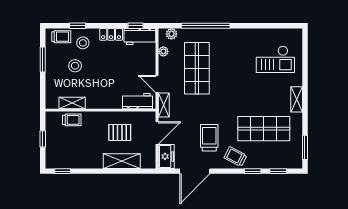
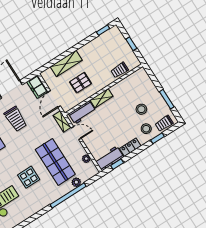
plant: (171, 34) -> (76, 182), moved
display table: (234, 70) -> (29, 177), added
shelving: (72, 103) -> (101, 98), moved

